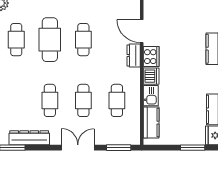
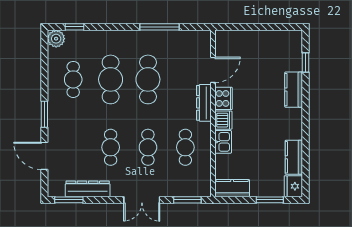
door: (142, 31) -> (213, 70), swing flipped
cafe table: (83, 40) -> (148, 79), width x1.37, depth x1.35
dresser: (134, 56) -> (204, 103), width x1.44
kitchen counter: (151, 123) -> (232, 188), moved, turned -90
double door: (78, 148) -> (142, 200), swing flipped

